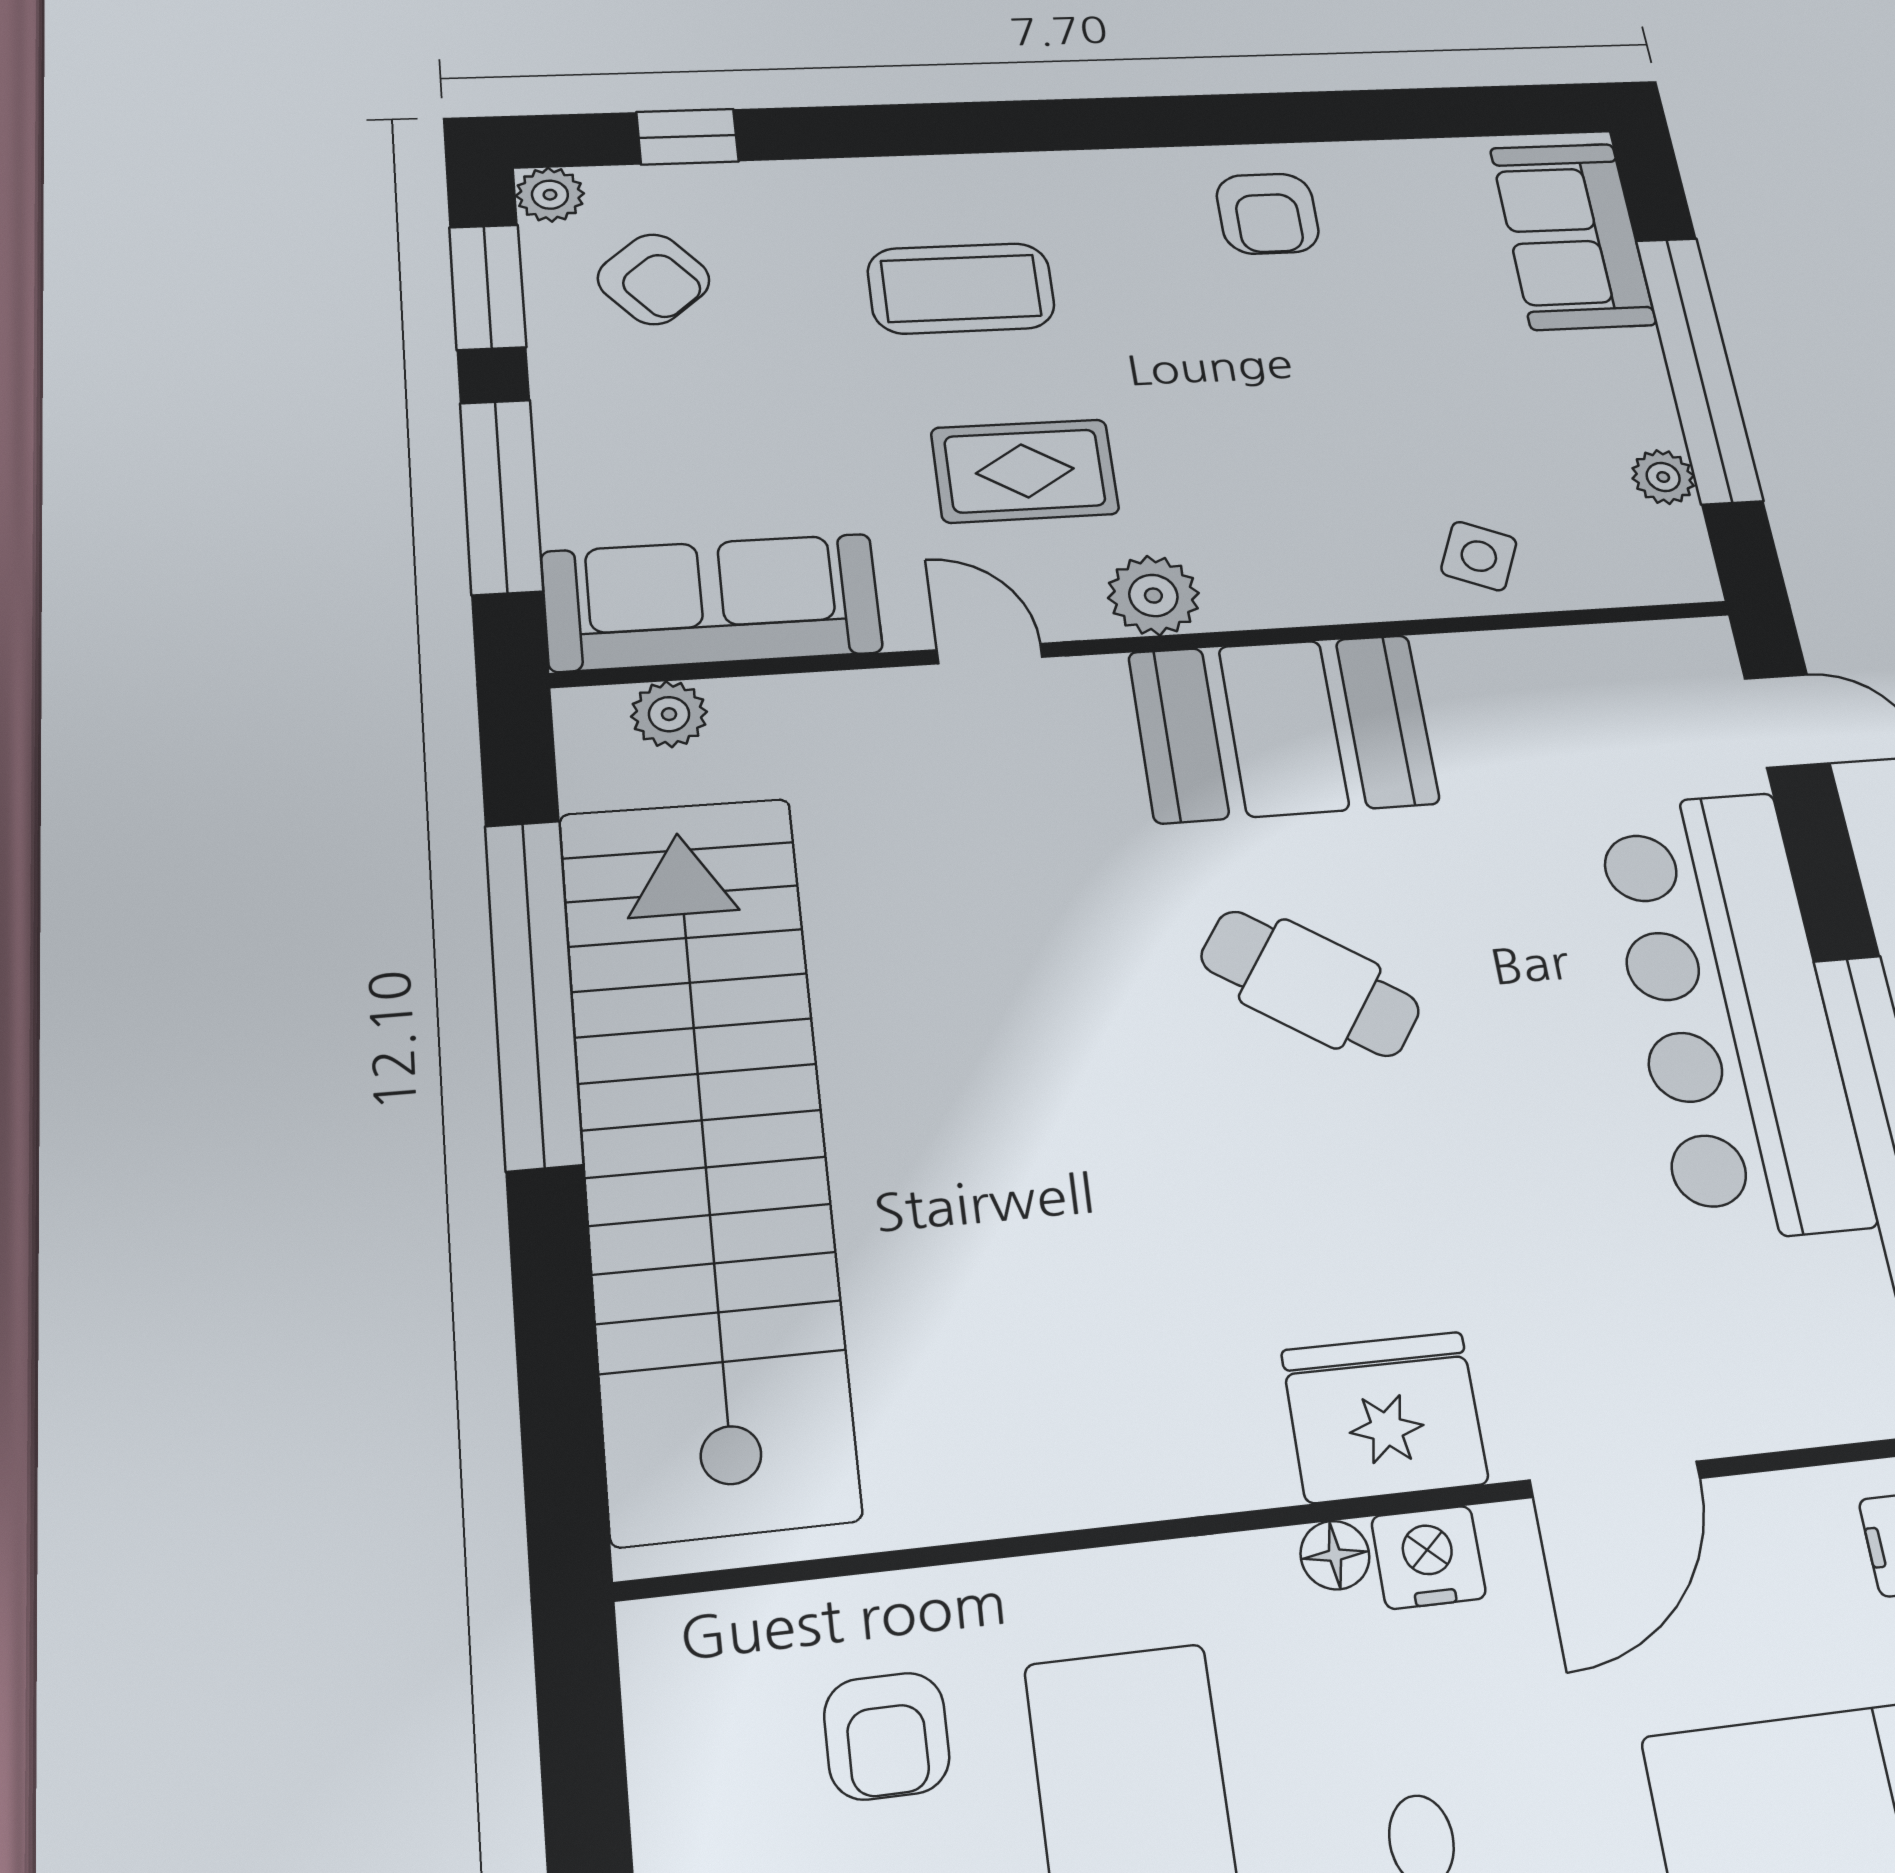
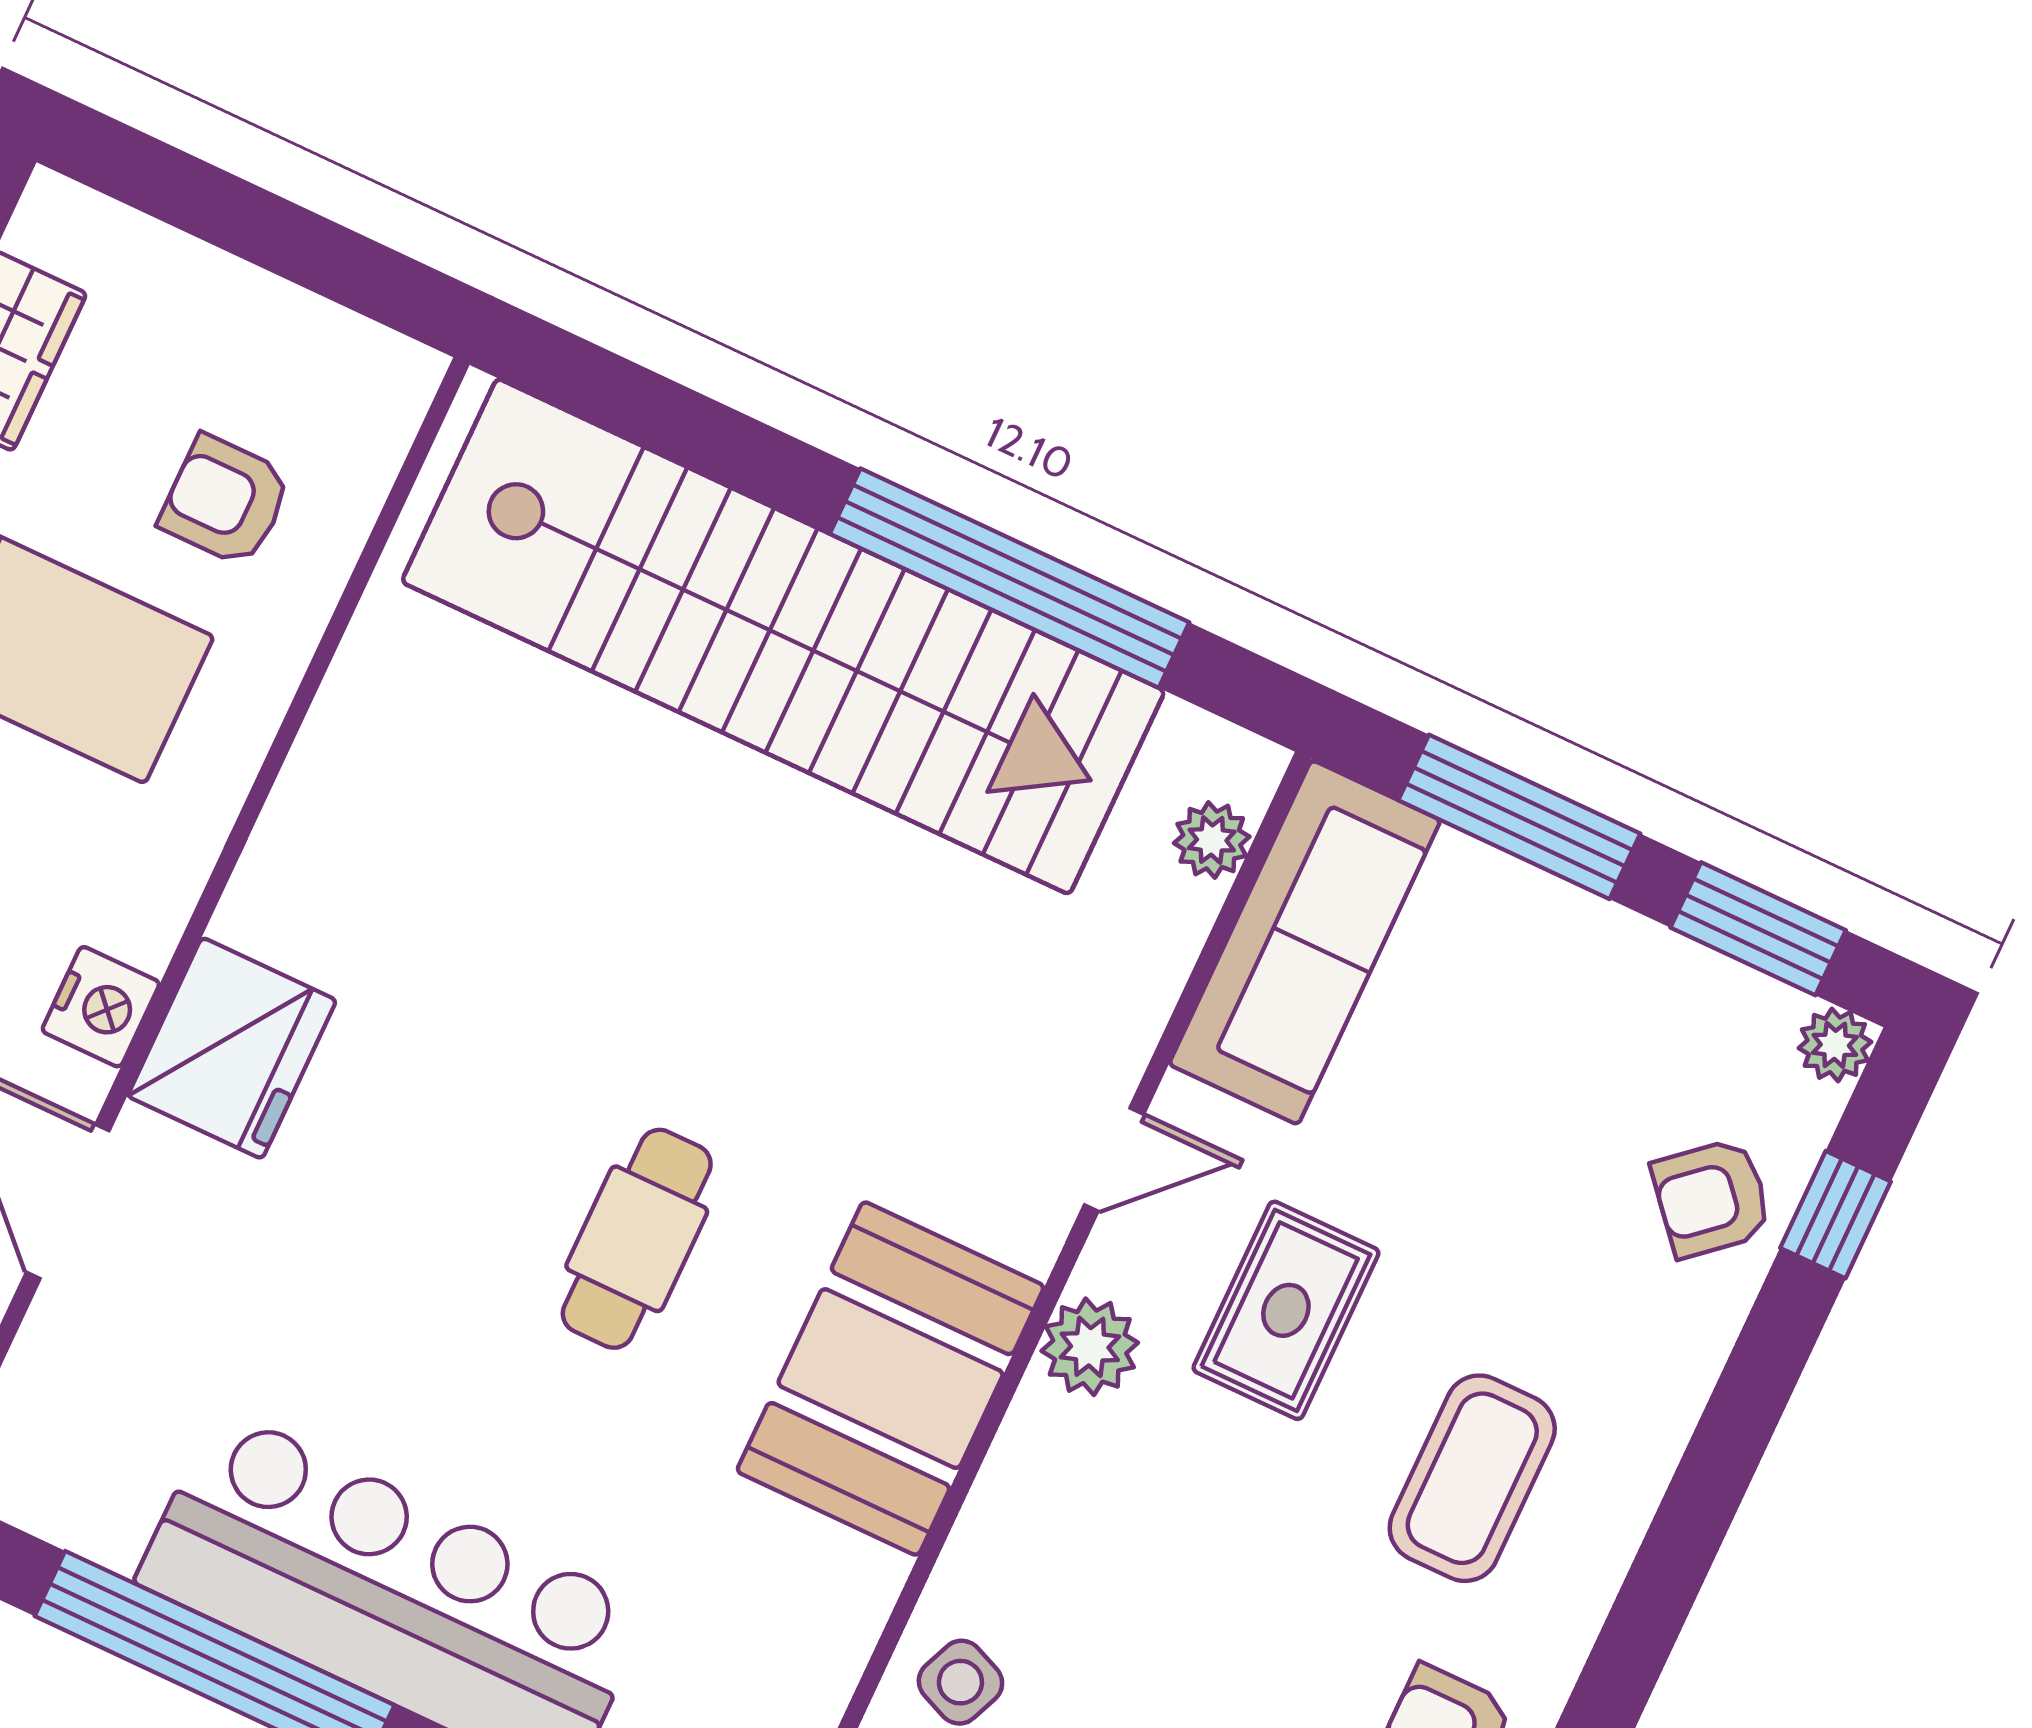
armchair: (654, 279) -> (1712, 1198), moved
coffee table: (961, 288) -> (1472, 1478), moved
cafe table: (1310, 983) -> (637, 1239), turned -34
floor lamp: (1335, 1555) -> (148, 933), removed

